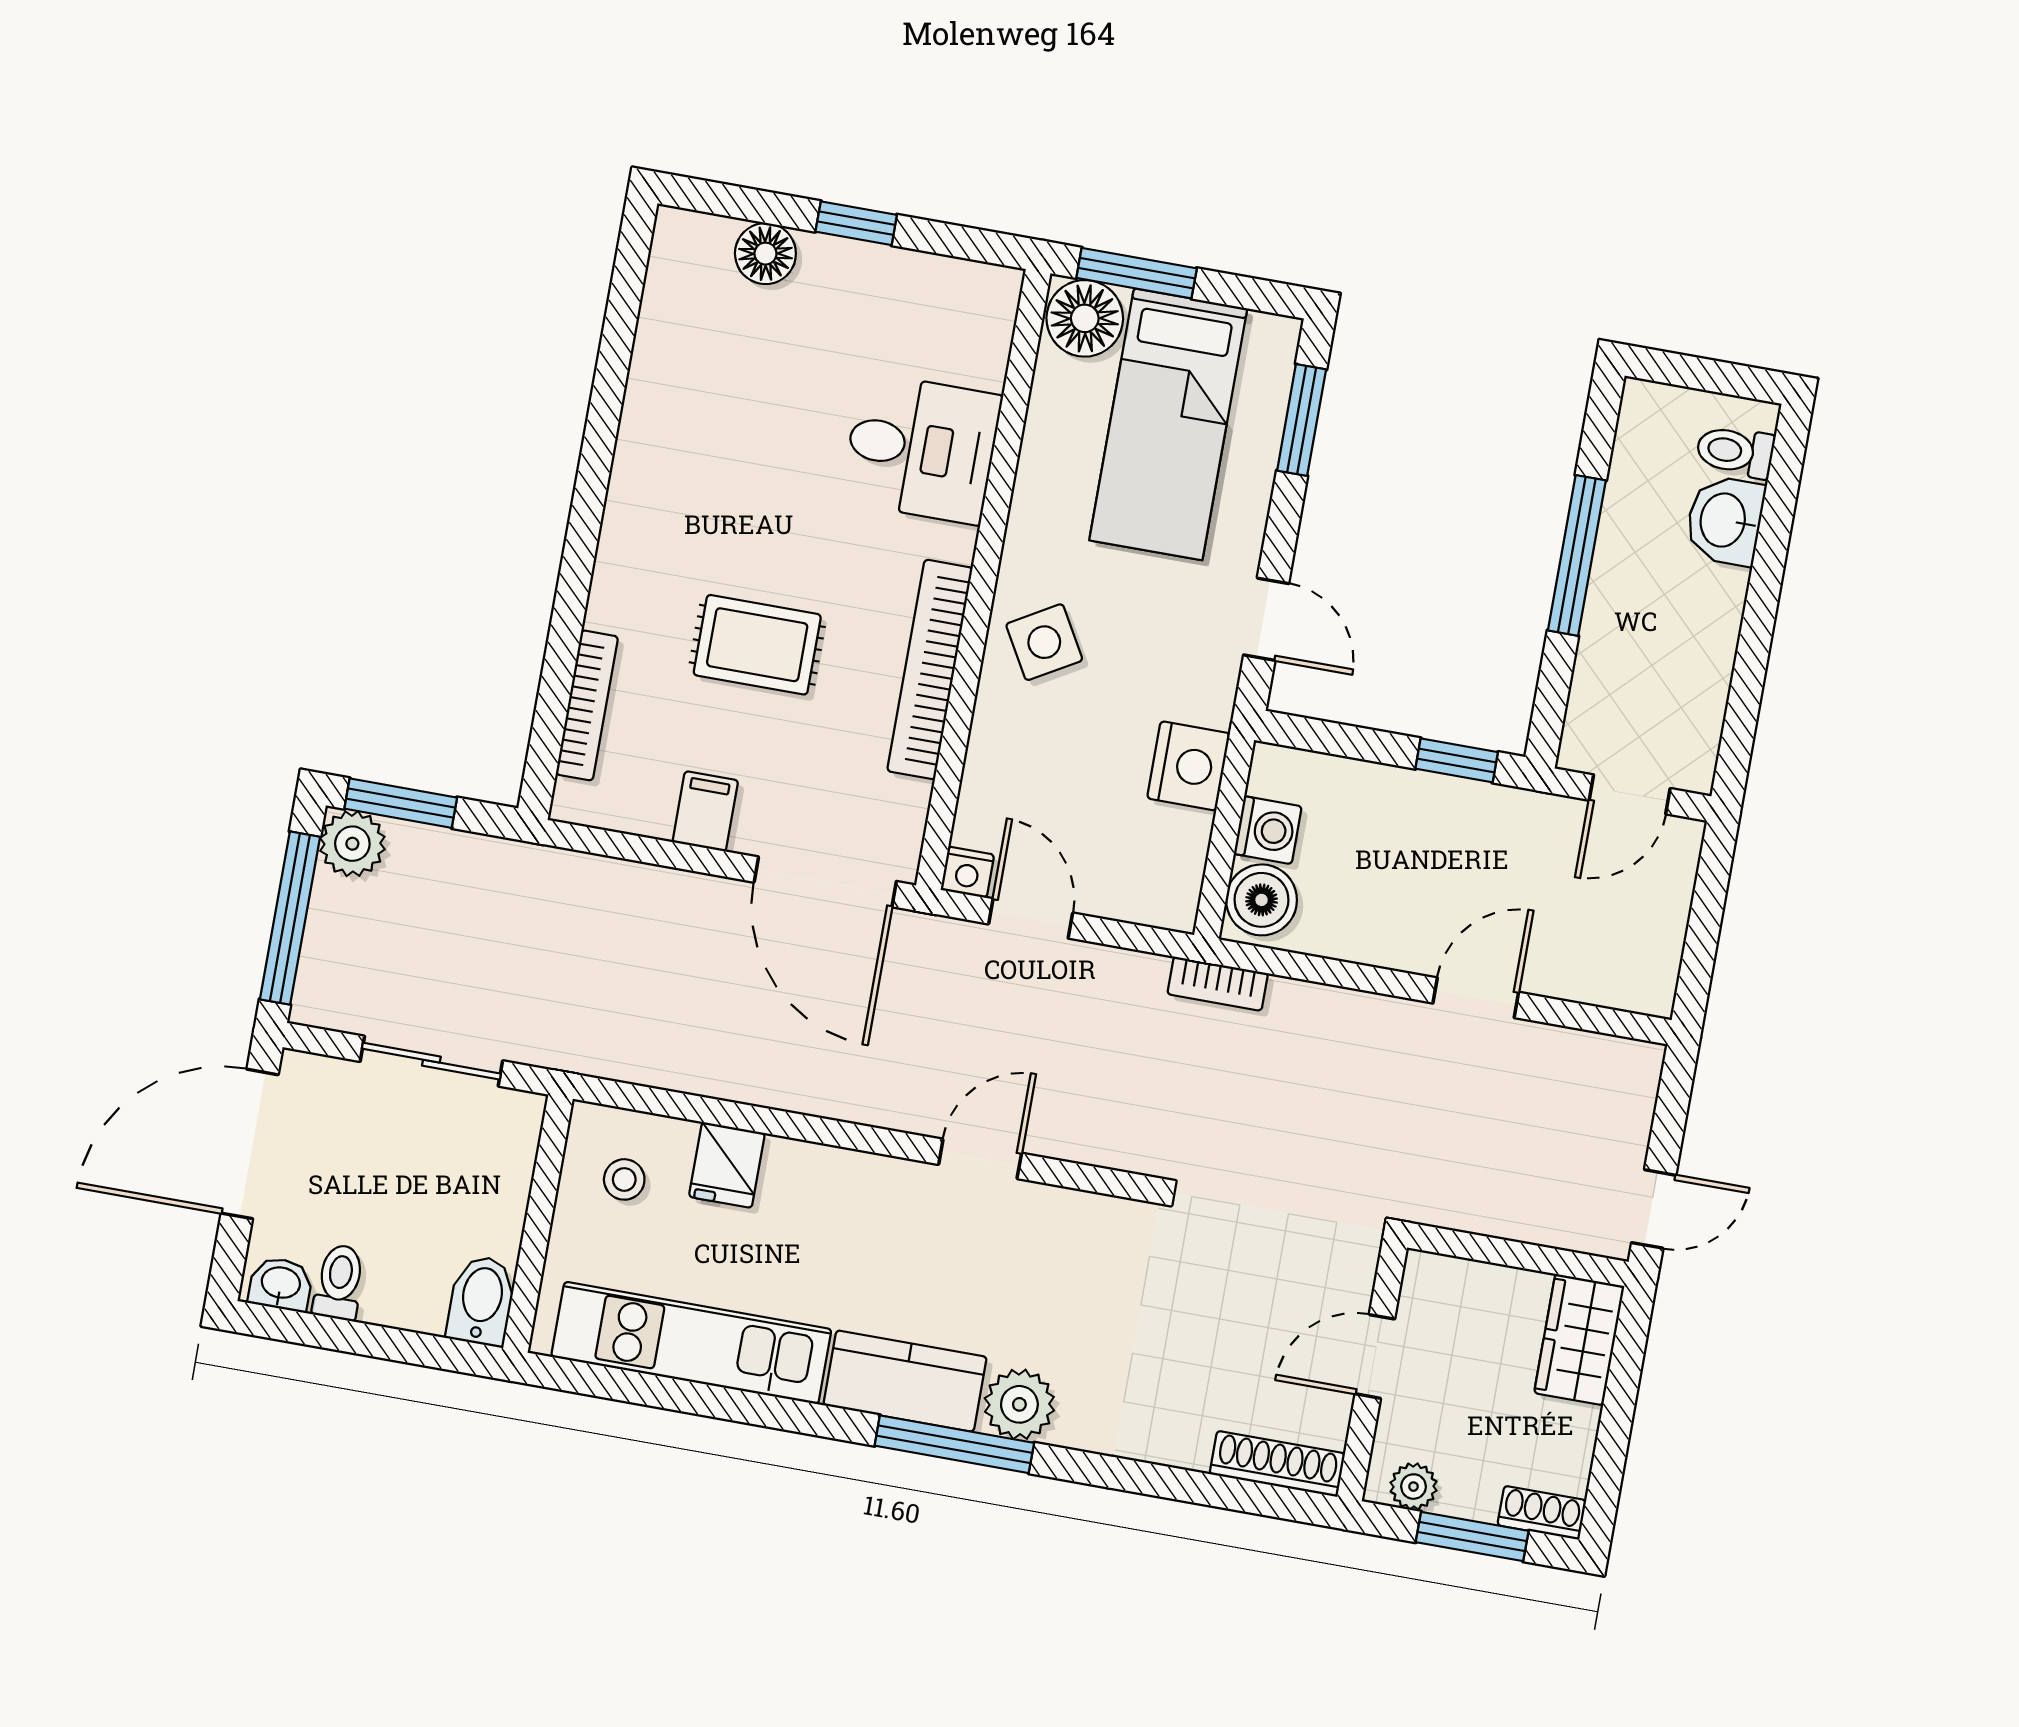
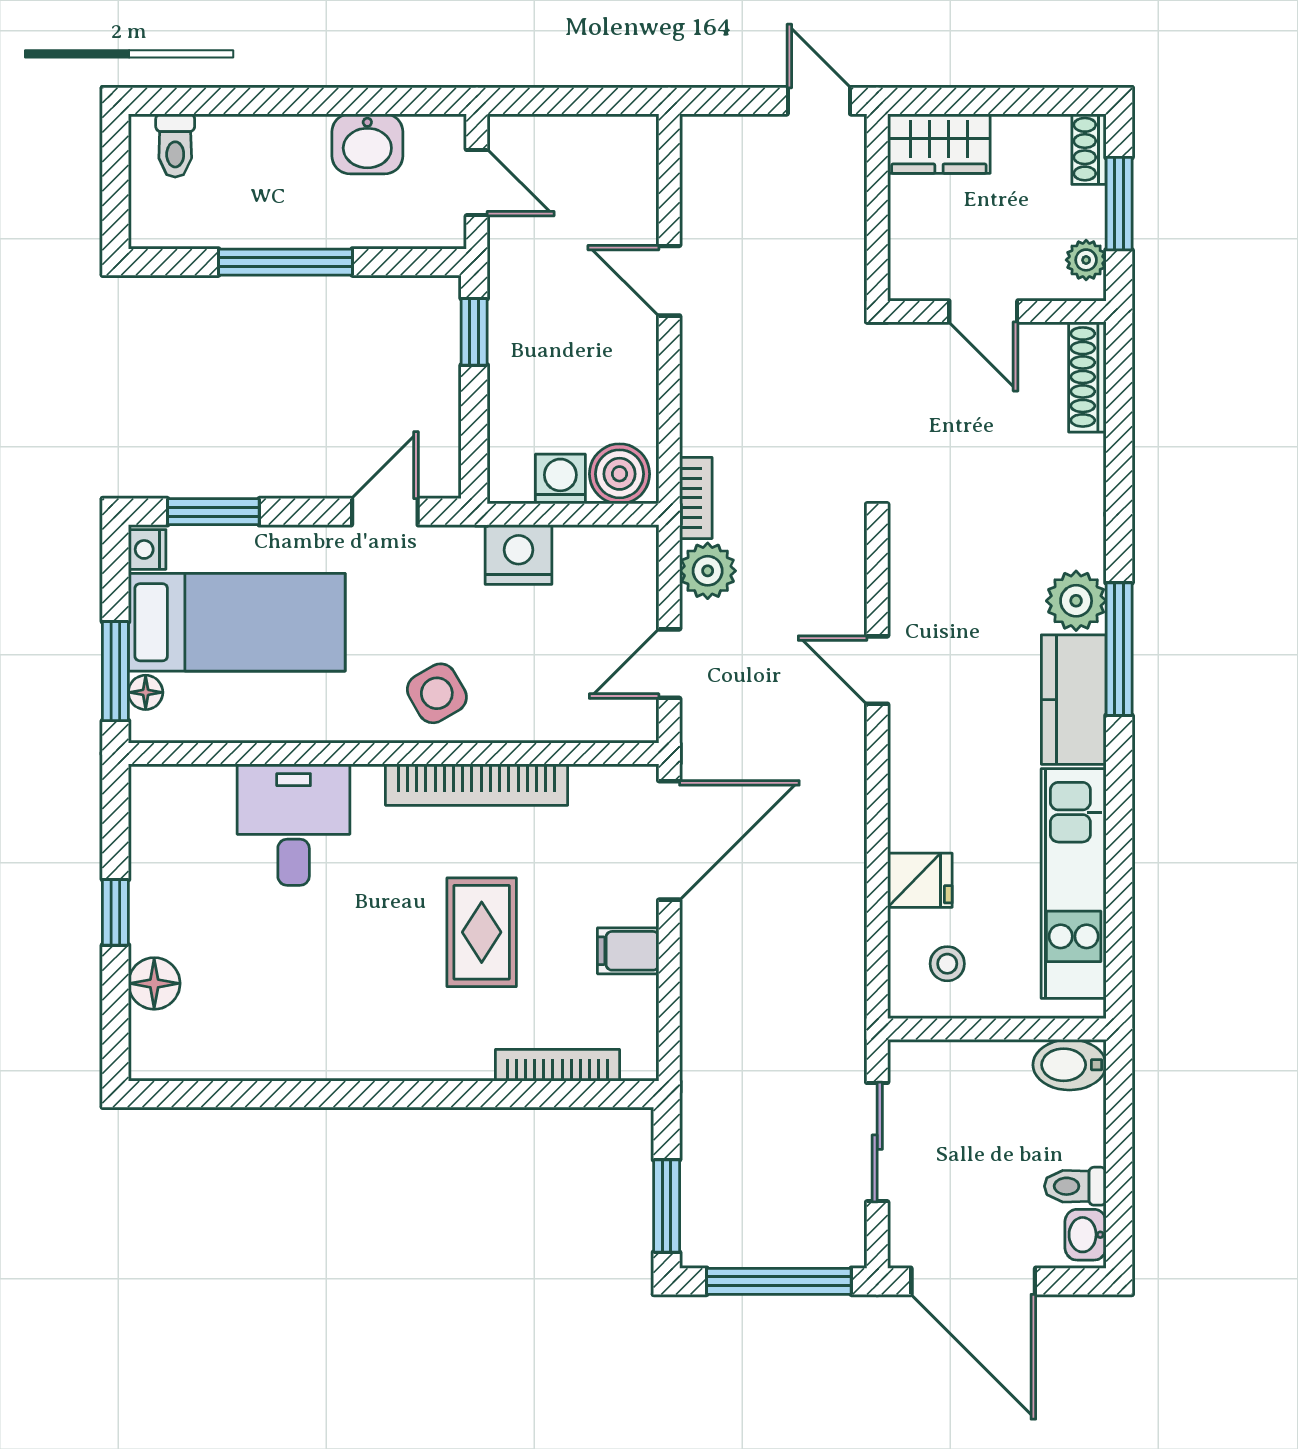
floor lamp: (1085, 318) -> (146, 692), width x0.53, depth x0.53
washbasin: (1725, 520) -> (367, 144), moved
plant: (352, 844) -> (708, 571), moved
nightstand: (967, 872) -> (147, 549), moved, turned 180

